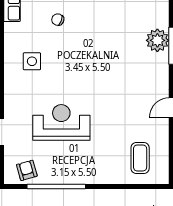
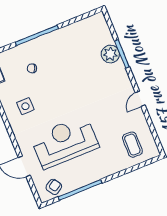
reception desk: (61, 122) -> (65, 142), width x1.36, depth x1.30
armchair: (27, 170) -> (54, 187), turned 73

